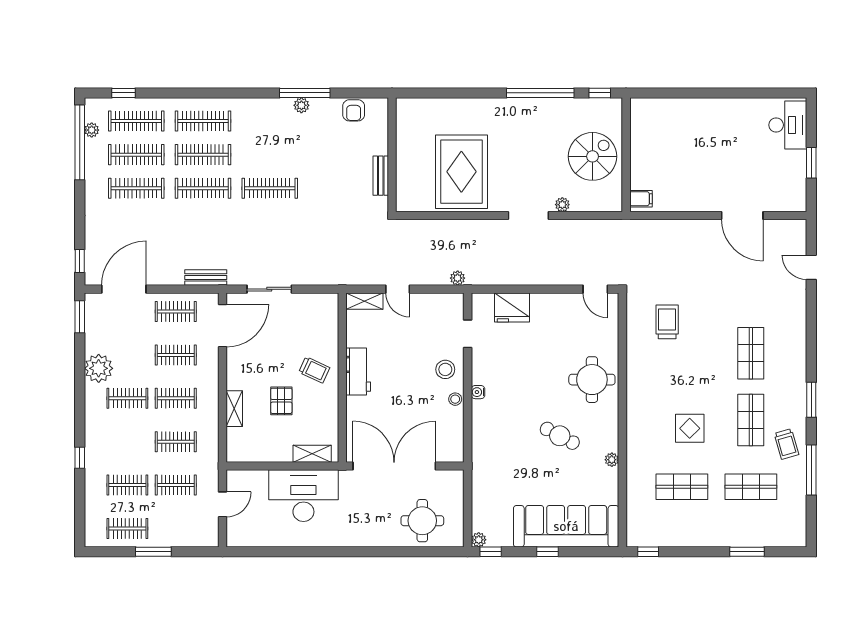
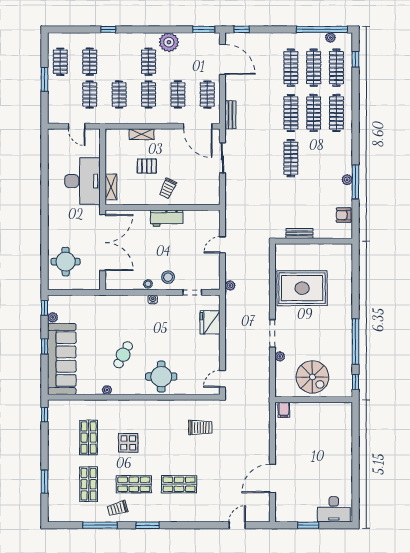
shelving: (364, 301) -> (214, 222), removed
plant: (479, 540) -> (53, 317), moved

